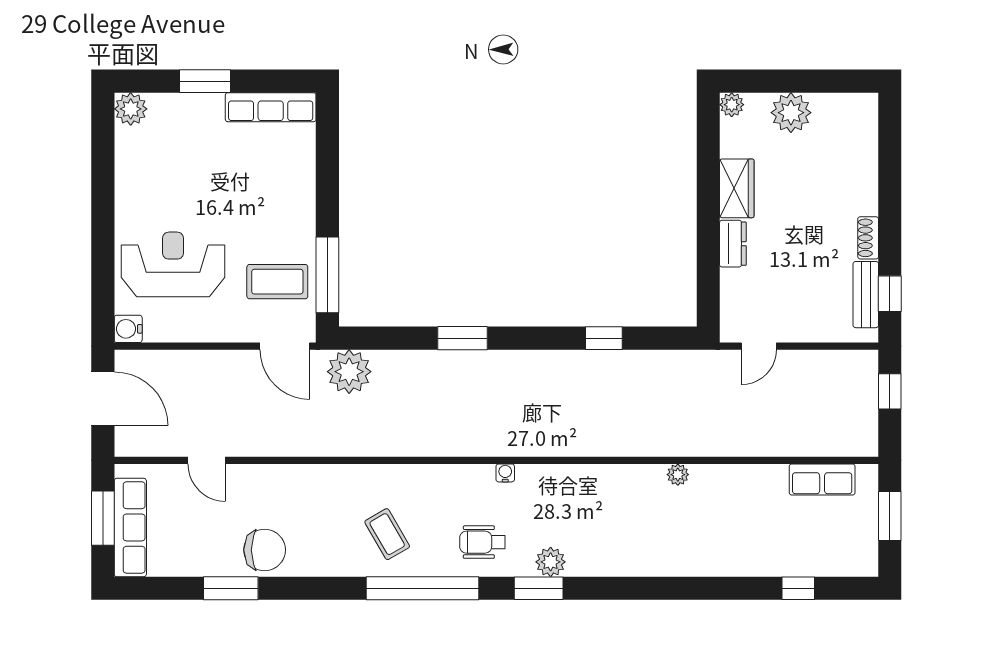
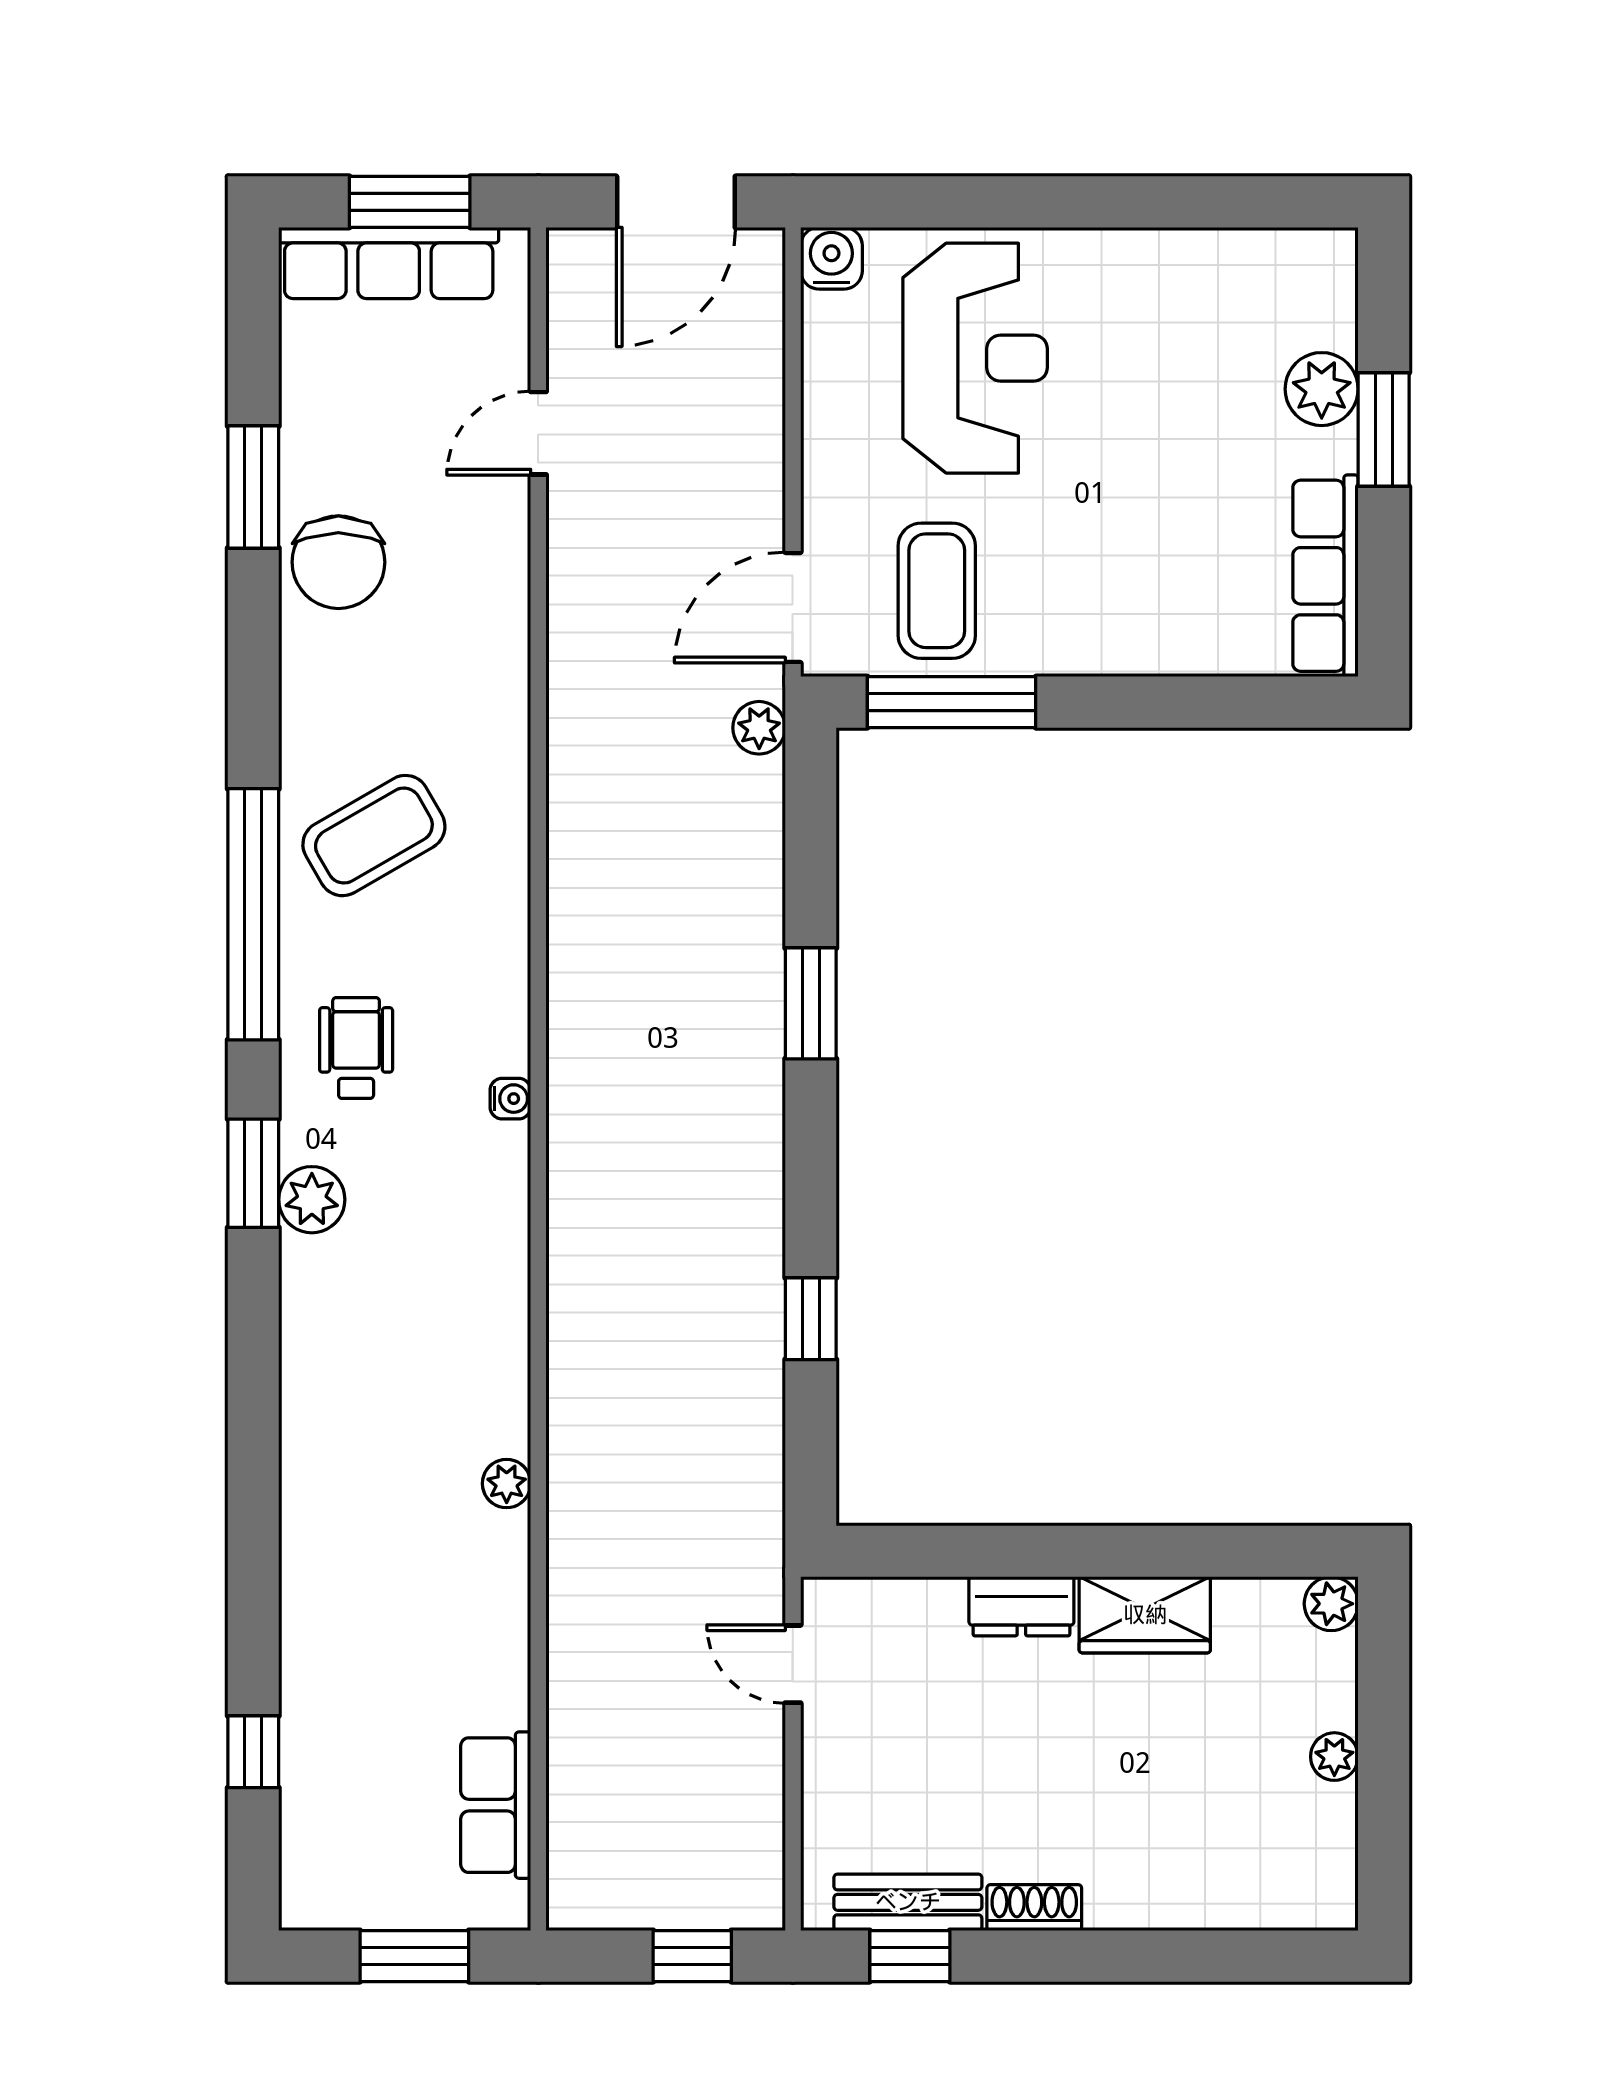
plant: (131, 109) -> (1322, 389), moved
plant: (791, 113) -> (1334, 1757), width x0.53, depth x0.53
plant: (349, 372) -> (759, 728), width x0.53, depth x0.53
coffee table: (387, 534) -> (374, 836), width x1.36, depth x1.30

